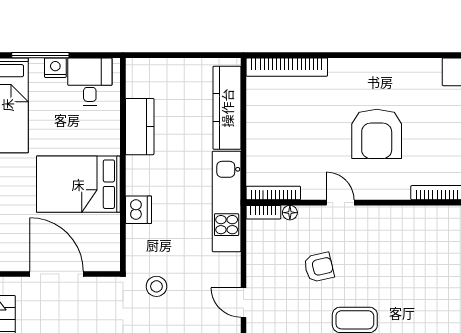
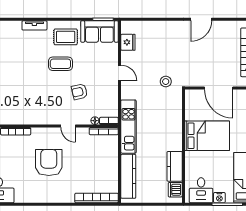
dishwasher: (138, 210) -> (175, 190), moved

